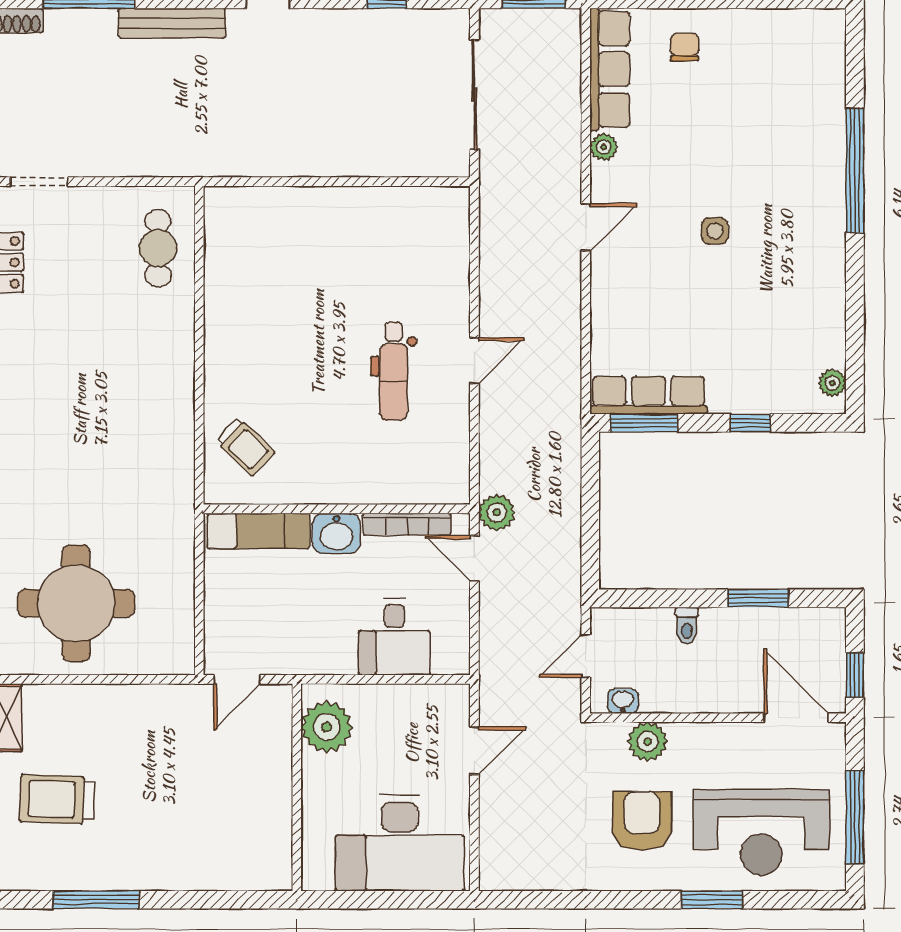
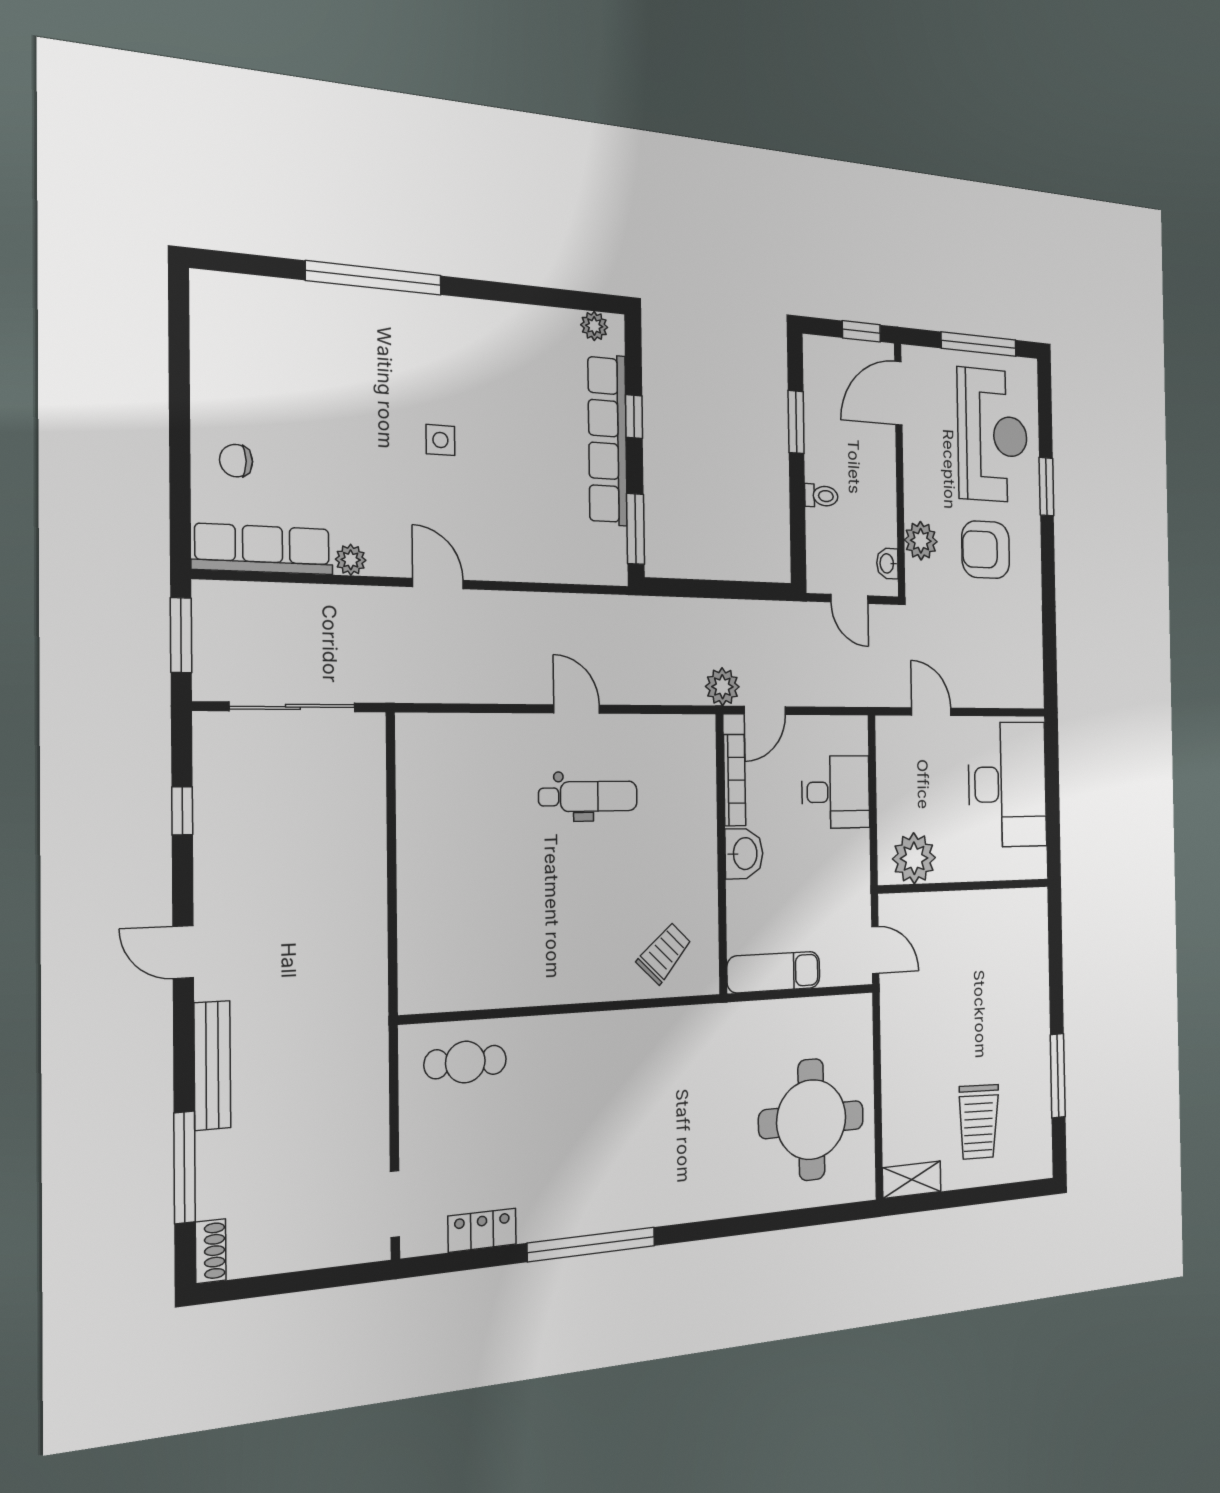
row of seats: (649, 395) -> (608, 440), moved, width x1.36
exam couch: (259, 531) -> (774, 972), moved, turned -90

